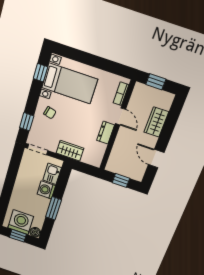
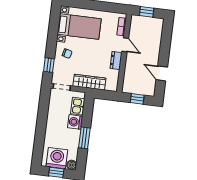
window: (40, 73) -> (54, 23), removed
wardrobe: (156, 122) -> (155, 43), removed
wardrobe: (70, 151) -> (89, 82), width x1.50

